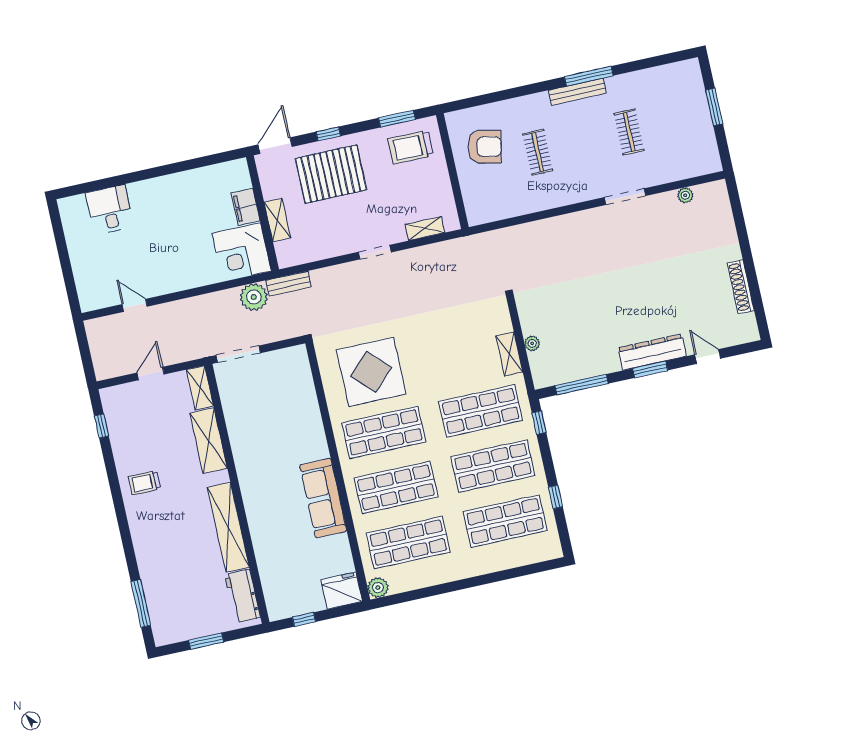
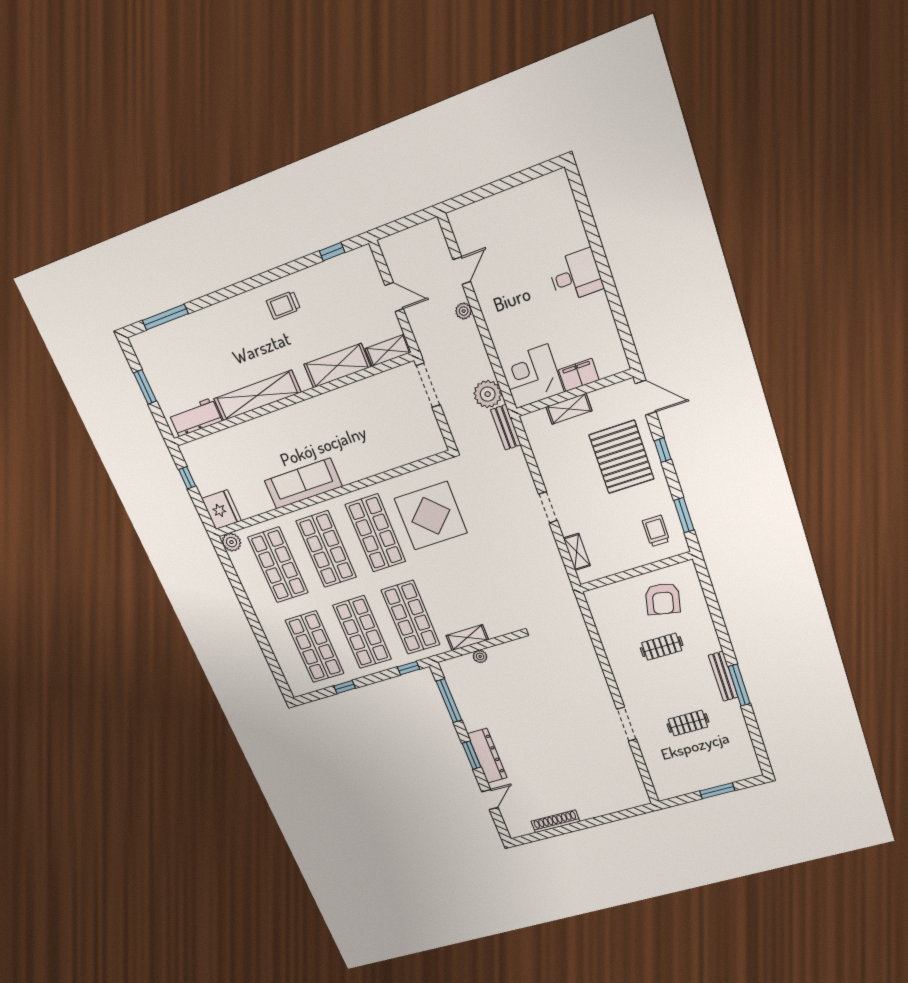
trolley: (411, 147) -> (656, 531), width x0.73, depth x0.72
plant: (685, 195) -> (464, 311), moved
desk: (110, 210) -> (576, 276), moved
trolley: (144, 483) -> (283, 305), turned -90

